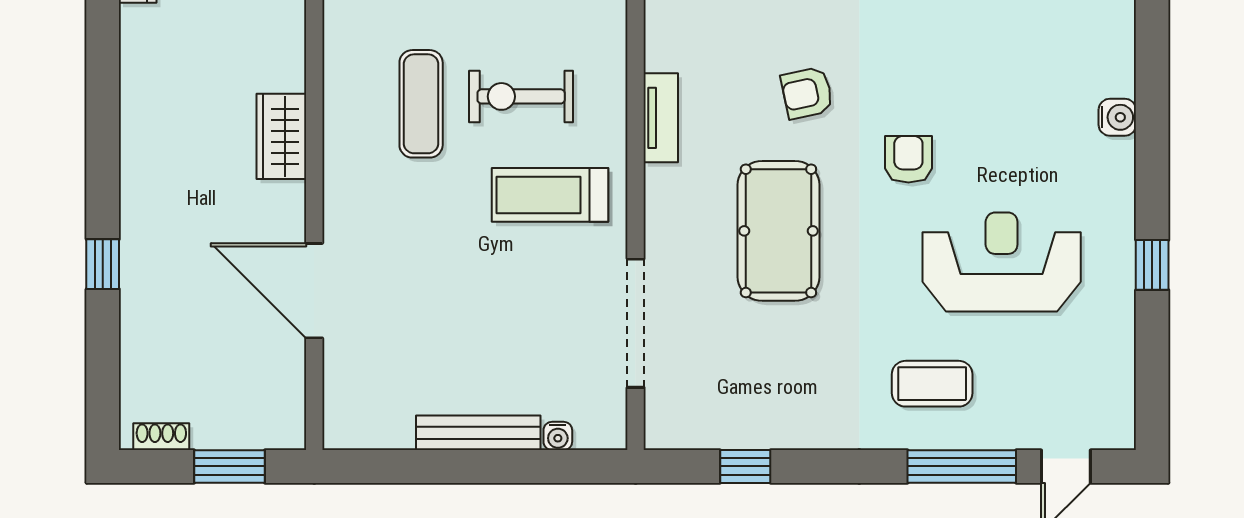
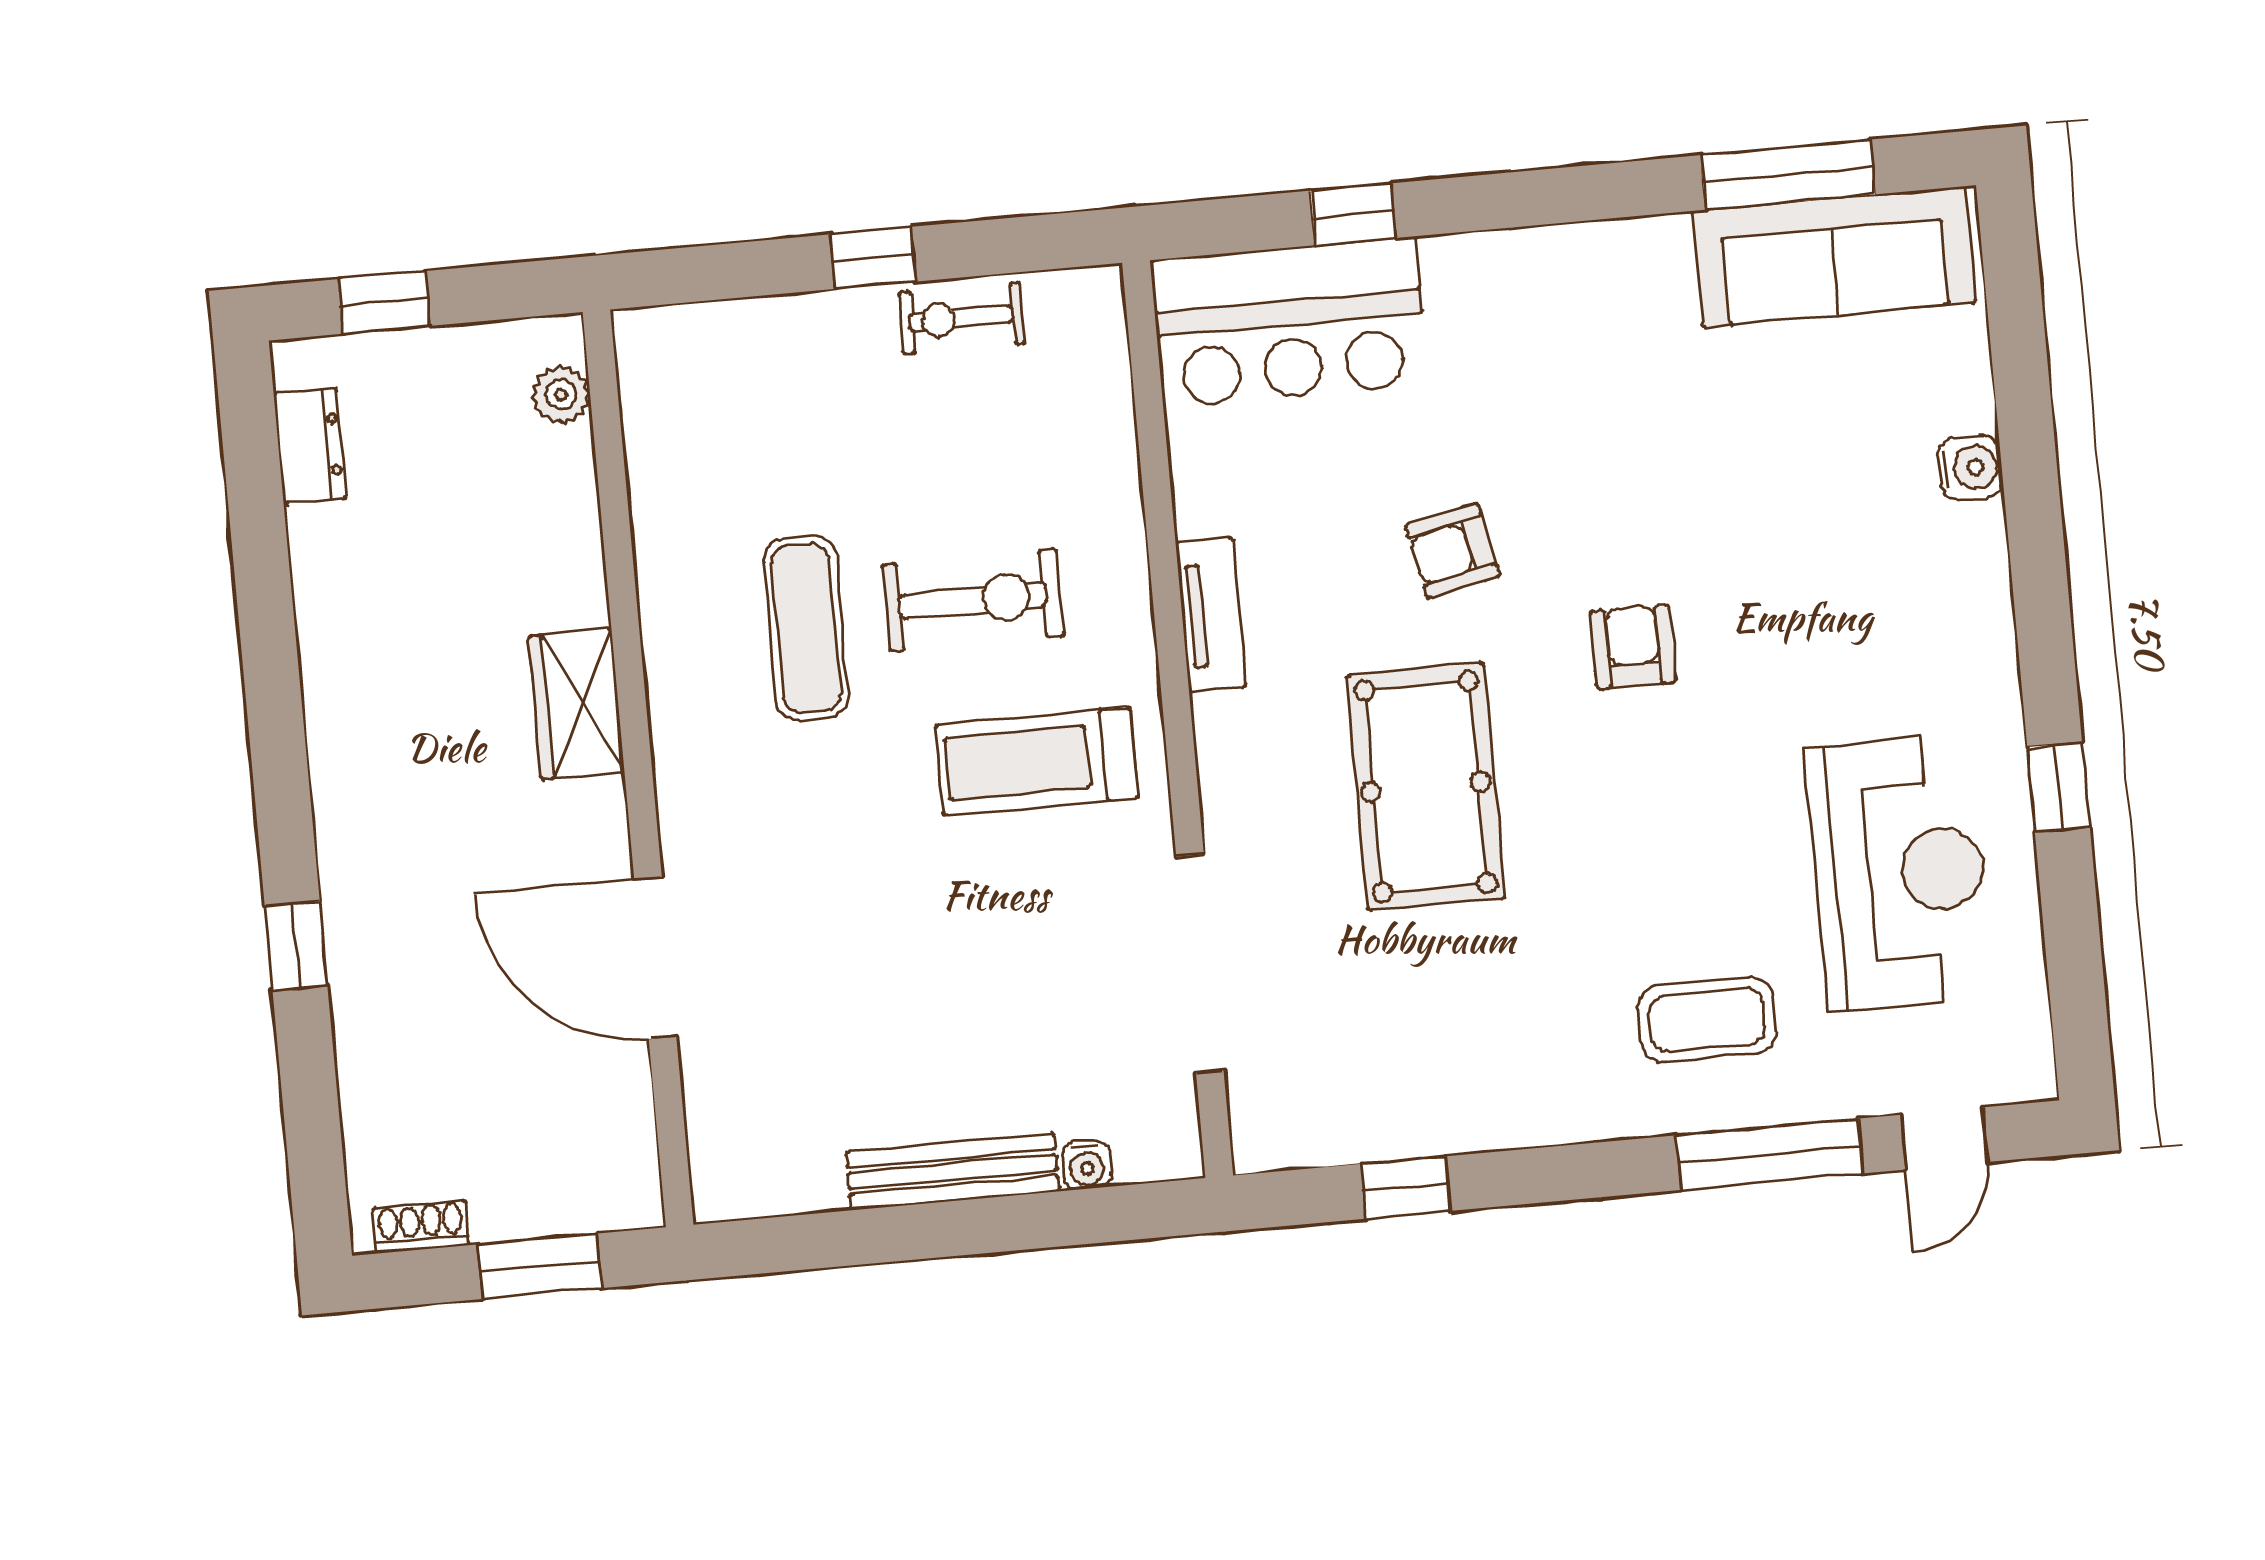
exercise bike: (521, 96) -> (973, 600), turned 180
water cooler: (1117, 117) -> (1970, 468), moved
reception desk: (1002, 262) -> (1899, 873), moved, turned 90

